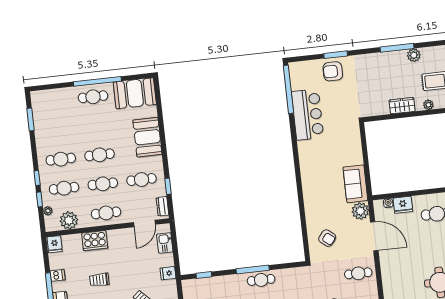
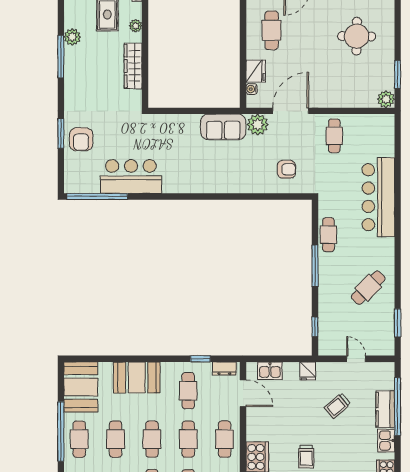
wardrobe: (402, 106) -> (133, 66), width x1.50
cafe table: (96, 126) -> (116, 439), added
armchair: (327, 238) -> (286, 169), turned 51
cafe table: (261, 280) -> (328, 235), moved

